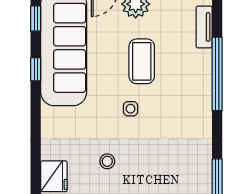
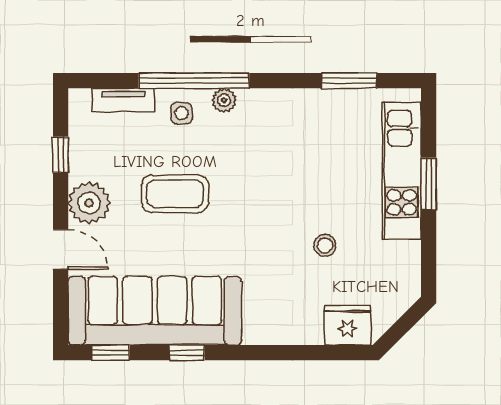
plant: (204, 94) -> (224, 100), added
side table: (130, 109) -> (181, 113), moved

